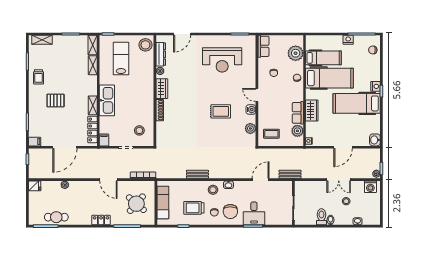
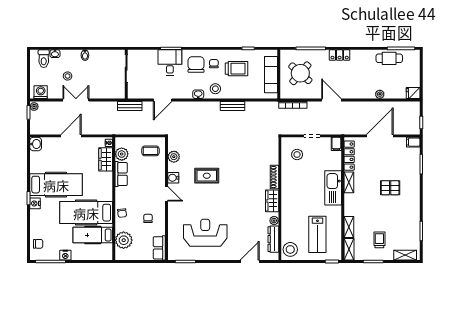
trolley: (39, 77) -> (379, 240), moved
wardrobe: (312, 110) -> (106, 159), moved
toilet: (321, 217) -> (44, 59), moved

